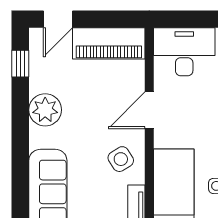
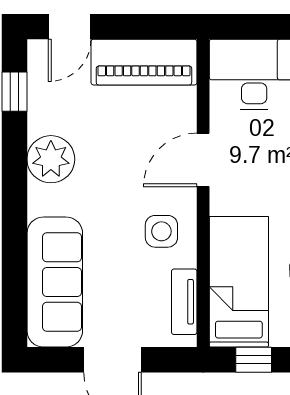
side table: (121, 159) -> (161, 231), turned 32

